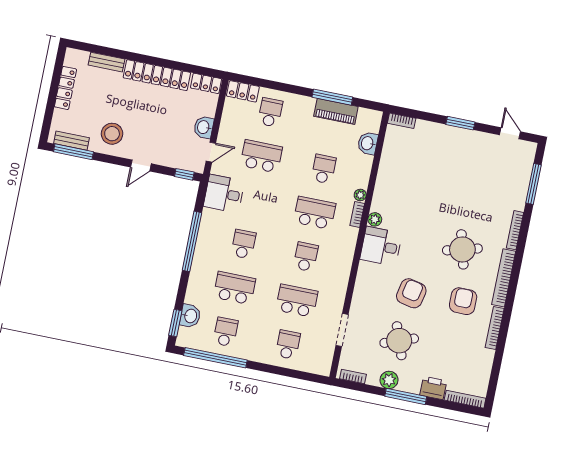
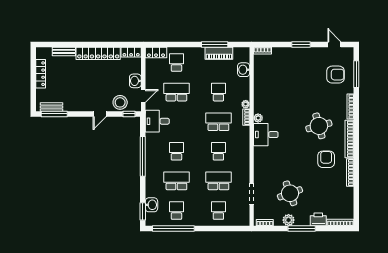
stool: (112, 134) -> (120, 102), moved
armchair: (411, 293) -> (335, 75), moved, turned 78

